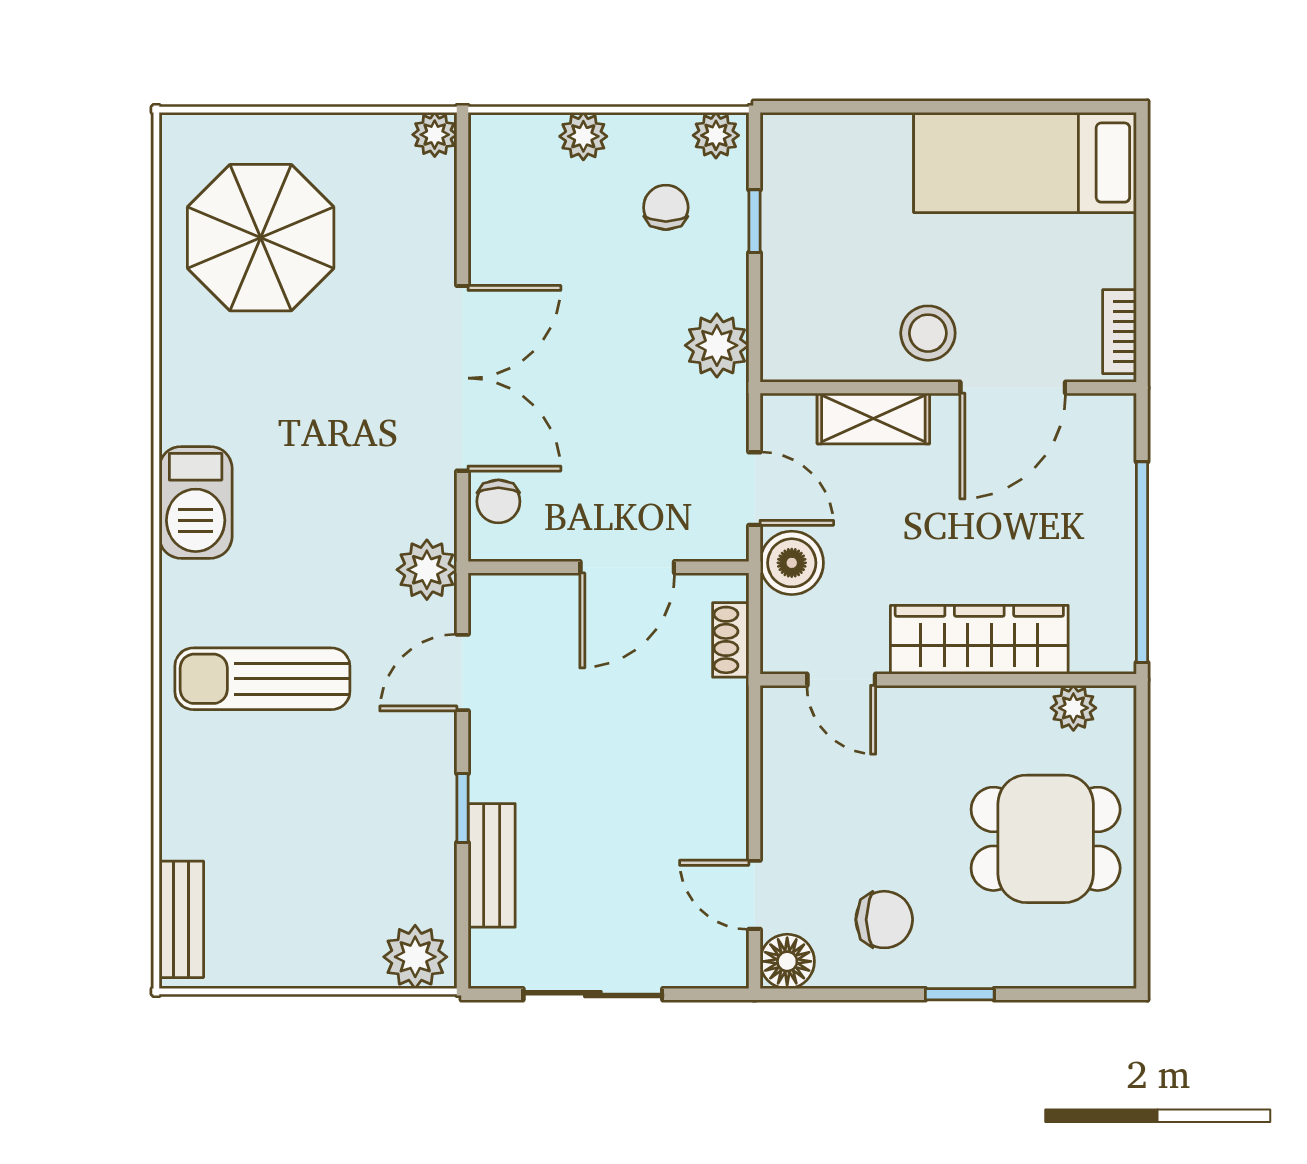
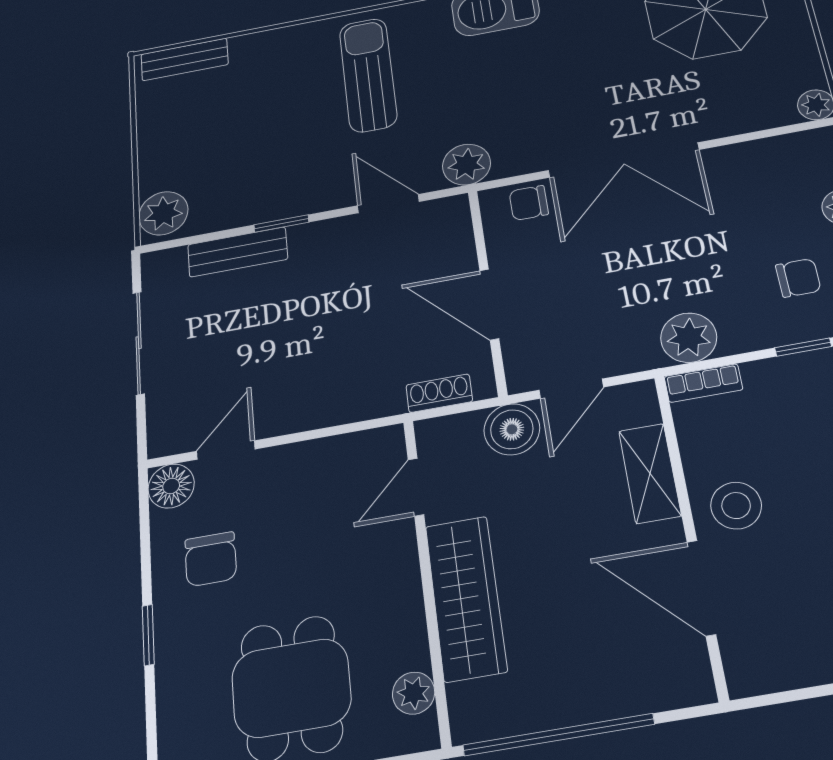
bookcase: (1119, 332) -> (703, 383), moved, turned 180

